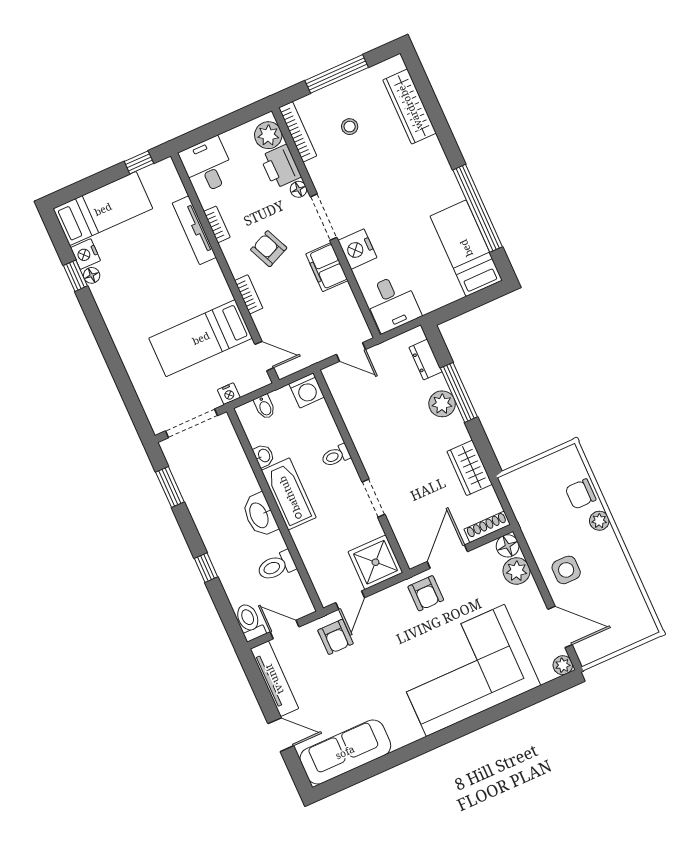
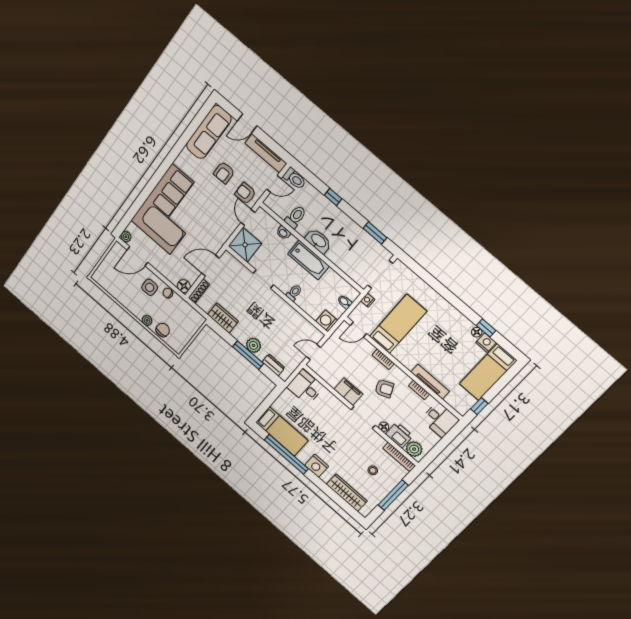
nightstand: (357, 249) -> (317, 466), moved, turned 180
washbasin: (264, 456) -> (283, 233), moved
chair: (540, 547) -> (168, 293), added
door: (447, 557) -> (210, 266), swing flipped
plant: (517, 571) -> (173, 275), removed
armchair: (426, 593) -> (224, 173), moved, turned -90

